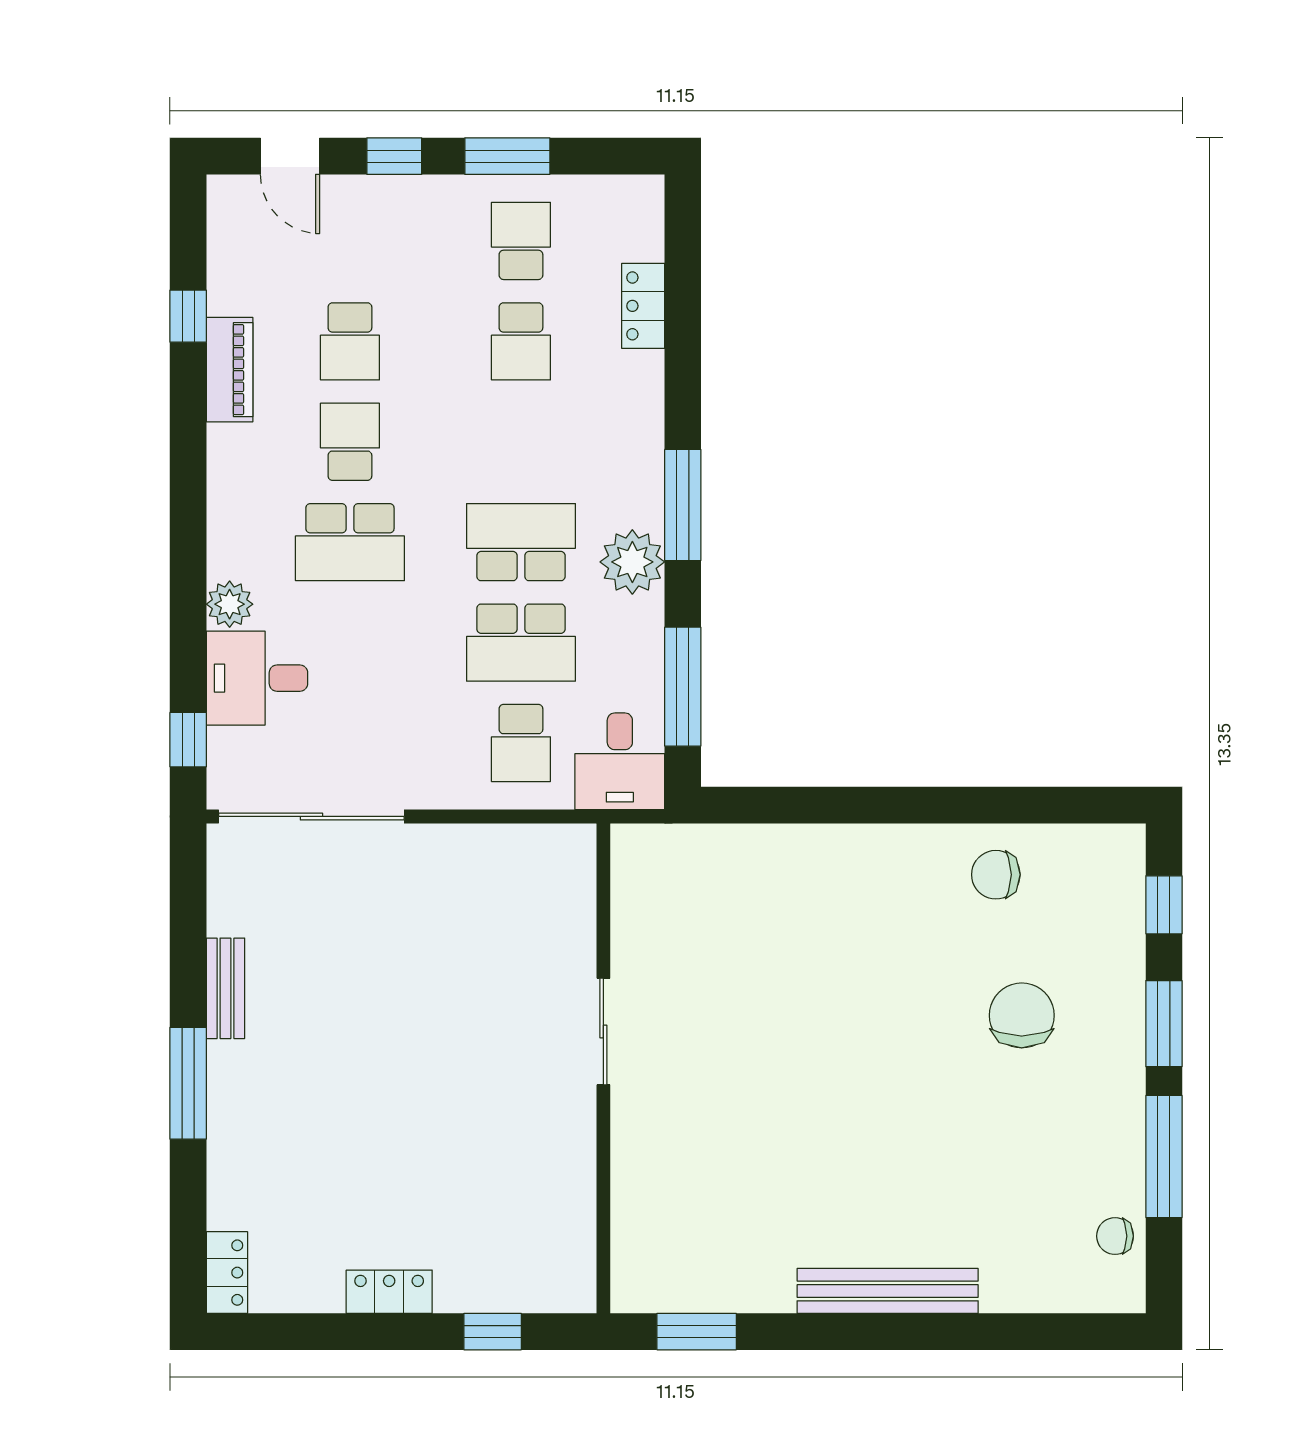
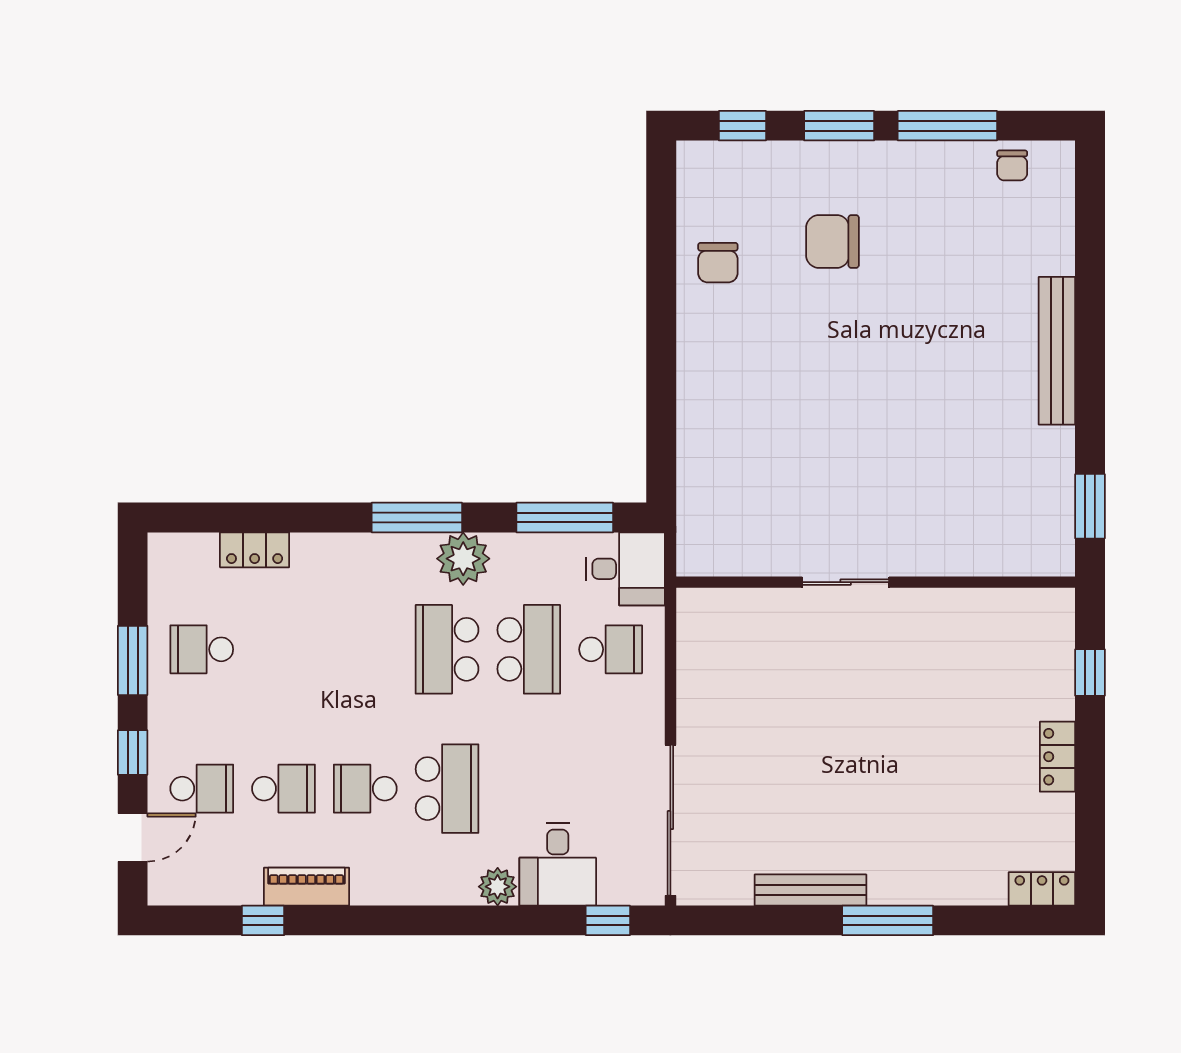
school desk: (521, 341) -> (202, 789), moved
bench: (225, 988) -> (810, 890), width x1.36

